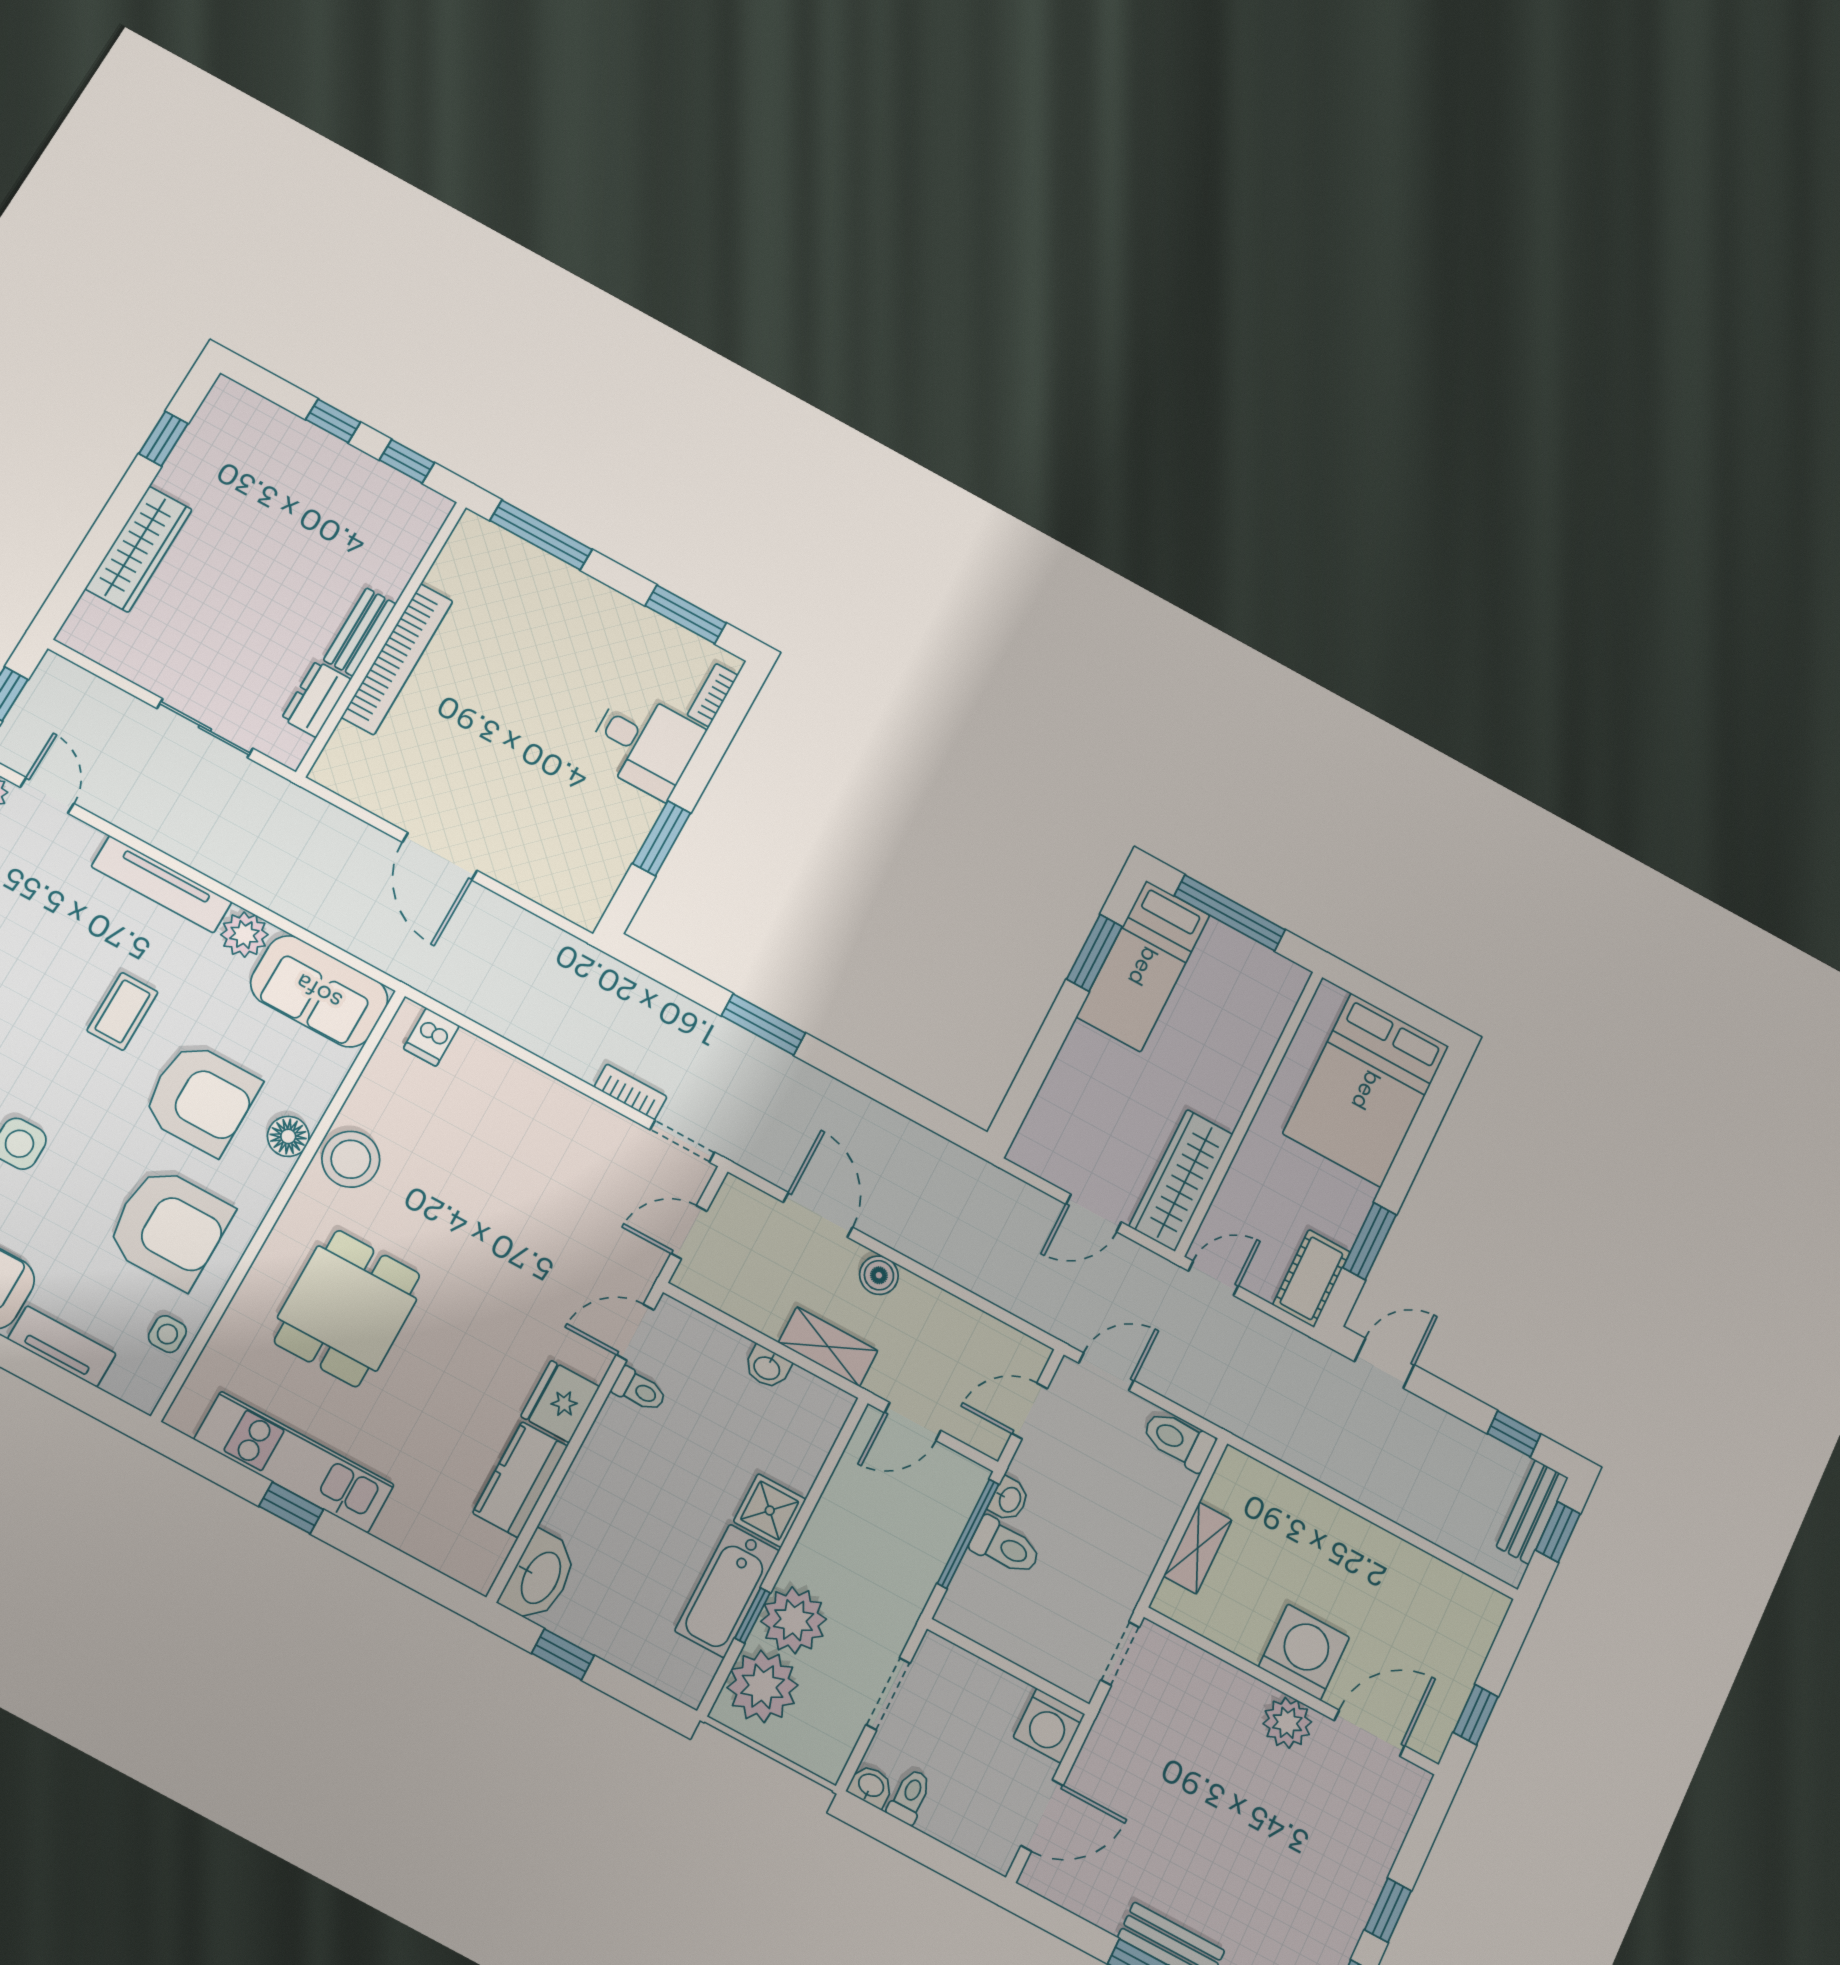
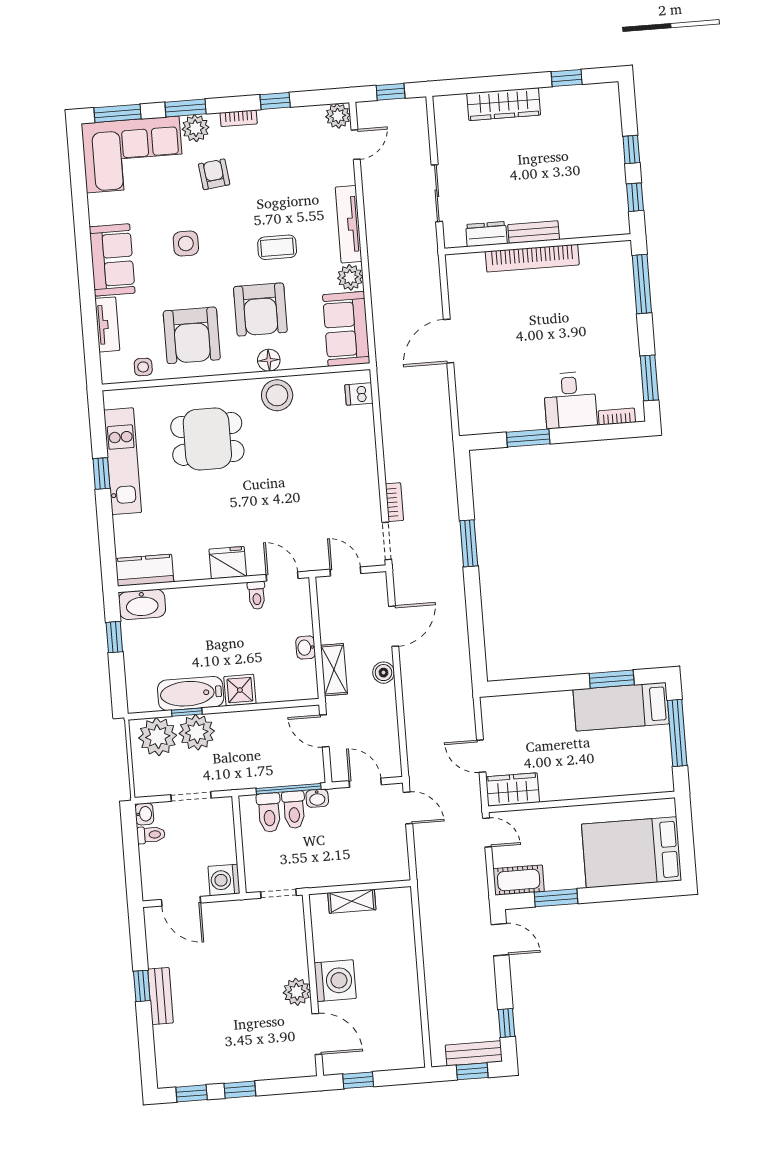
wardrobe: (1181, 1180) -> (513, 789), width x0.67
toilet: (1178, 1440) -> (269, 813), moved, turned 180
kitchen counter: (520, 1480) -> (145, 570), moved

